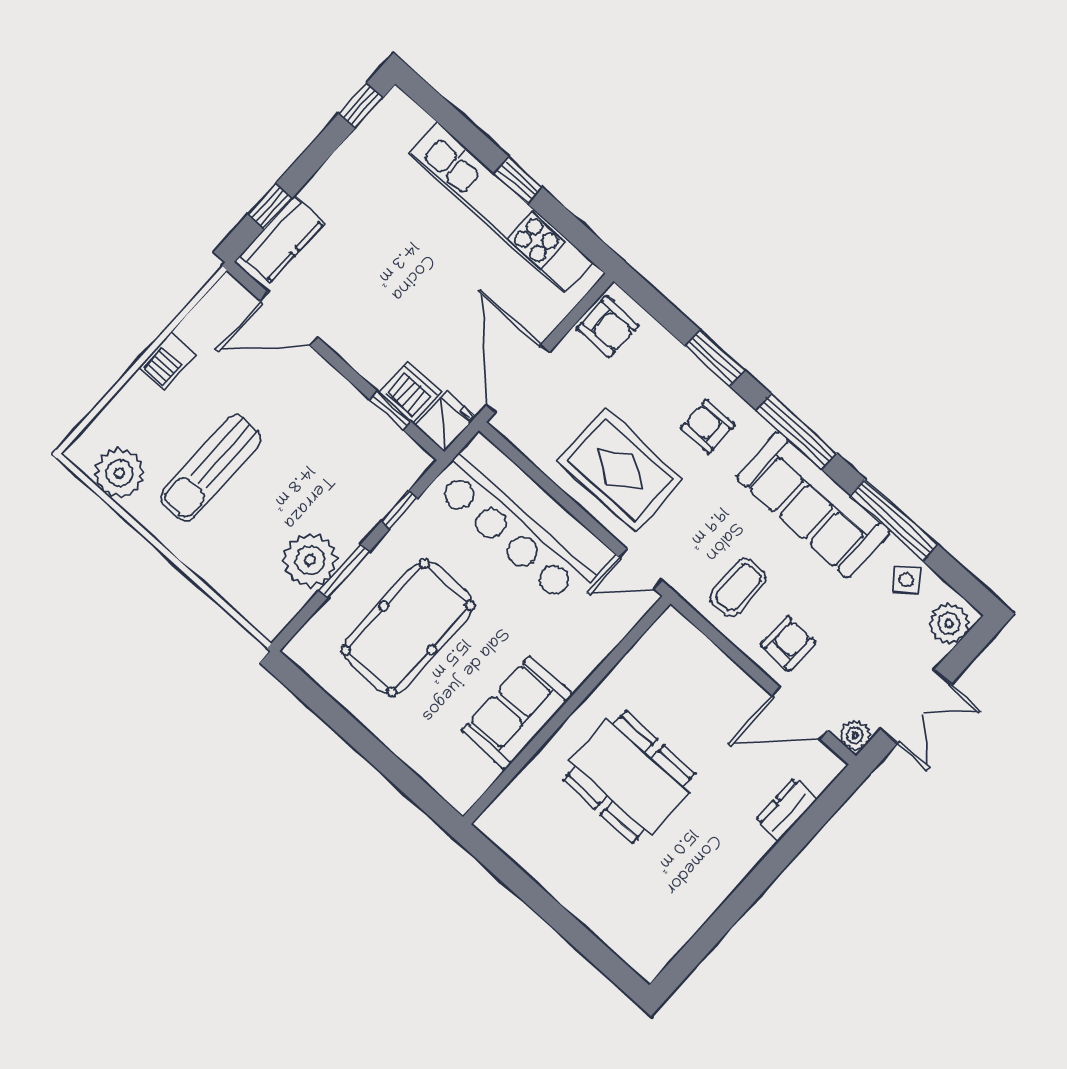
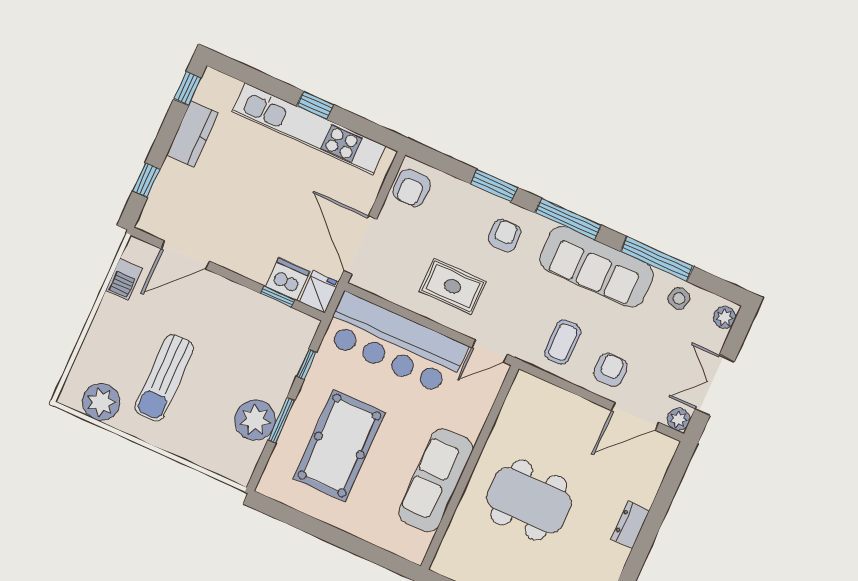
kitchen counter: (282, 239) -> (192, 134), moved
armchair: (608, 327) -> (412, 188), turned 90
barbecue: (167, 361) -> (124, 279), moved
armchair: (708, 426) -> (505, 235), turned 90
rug: (620, 470) -> (453, 286), width x0.73, depth x0.70
side table: (906, 580) -> (679, 298), turned -37
plant: (949, 623) -> (725, 317), width x0.73, depth x0.73
double door: (916, 706) -> (715, 385), swing flipped
sofa: (517, 713) -> (436, 480), width x1.36
dresser: (786, 810) -> (630, 525), moved

